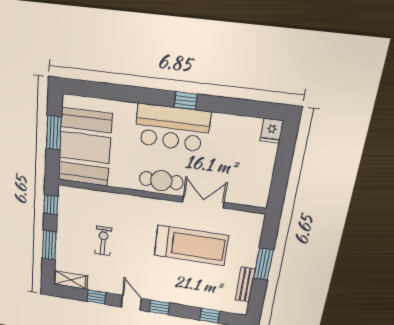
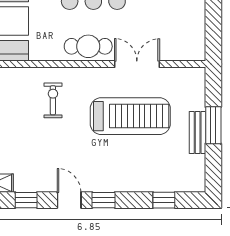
exercise bike: (103, 241) -> (53, 100), moved
bench: (245, 284) -> (198, 133), moved

